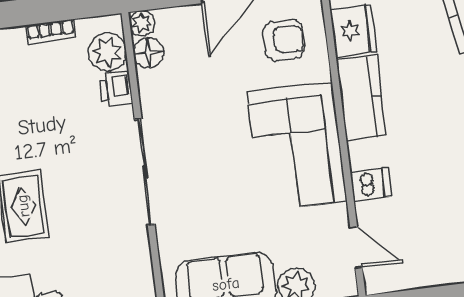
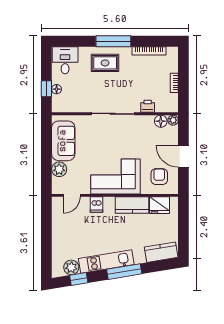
armchair: (284, 40) -> (159, 177), turned 180
plant: (107, 52) -> (163, 105), removed

